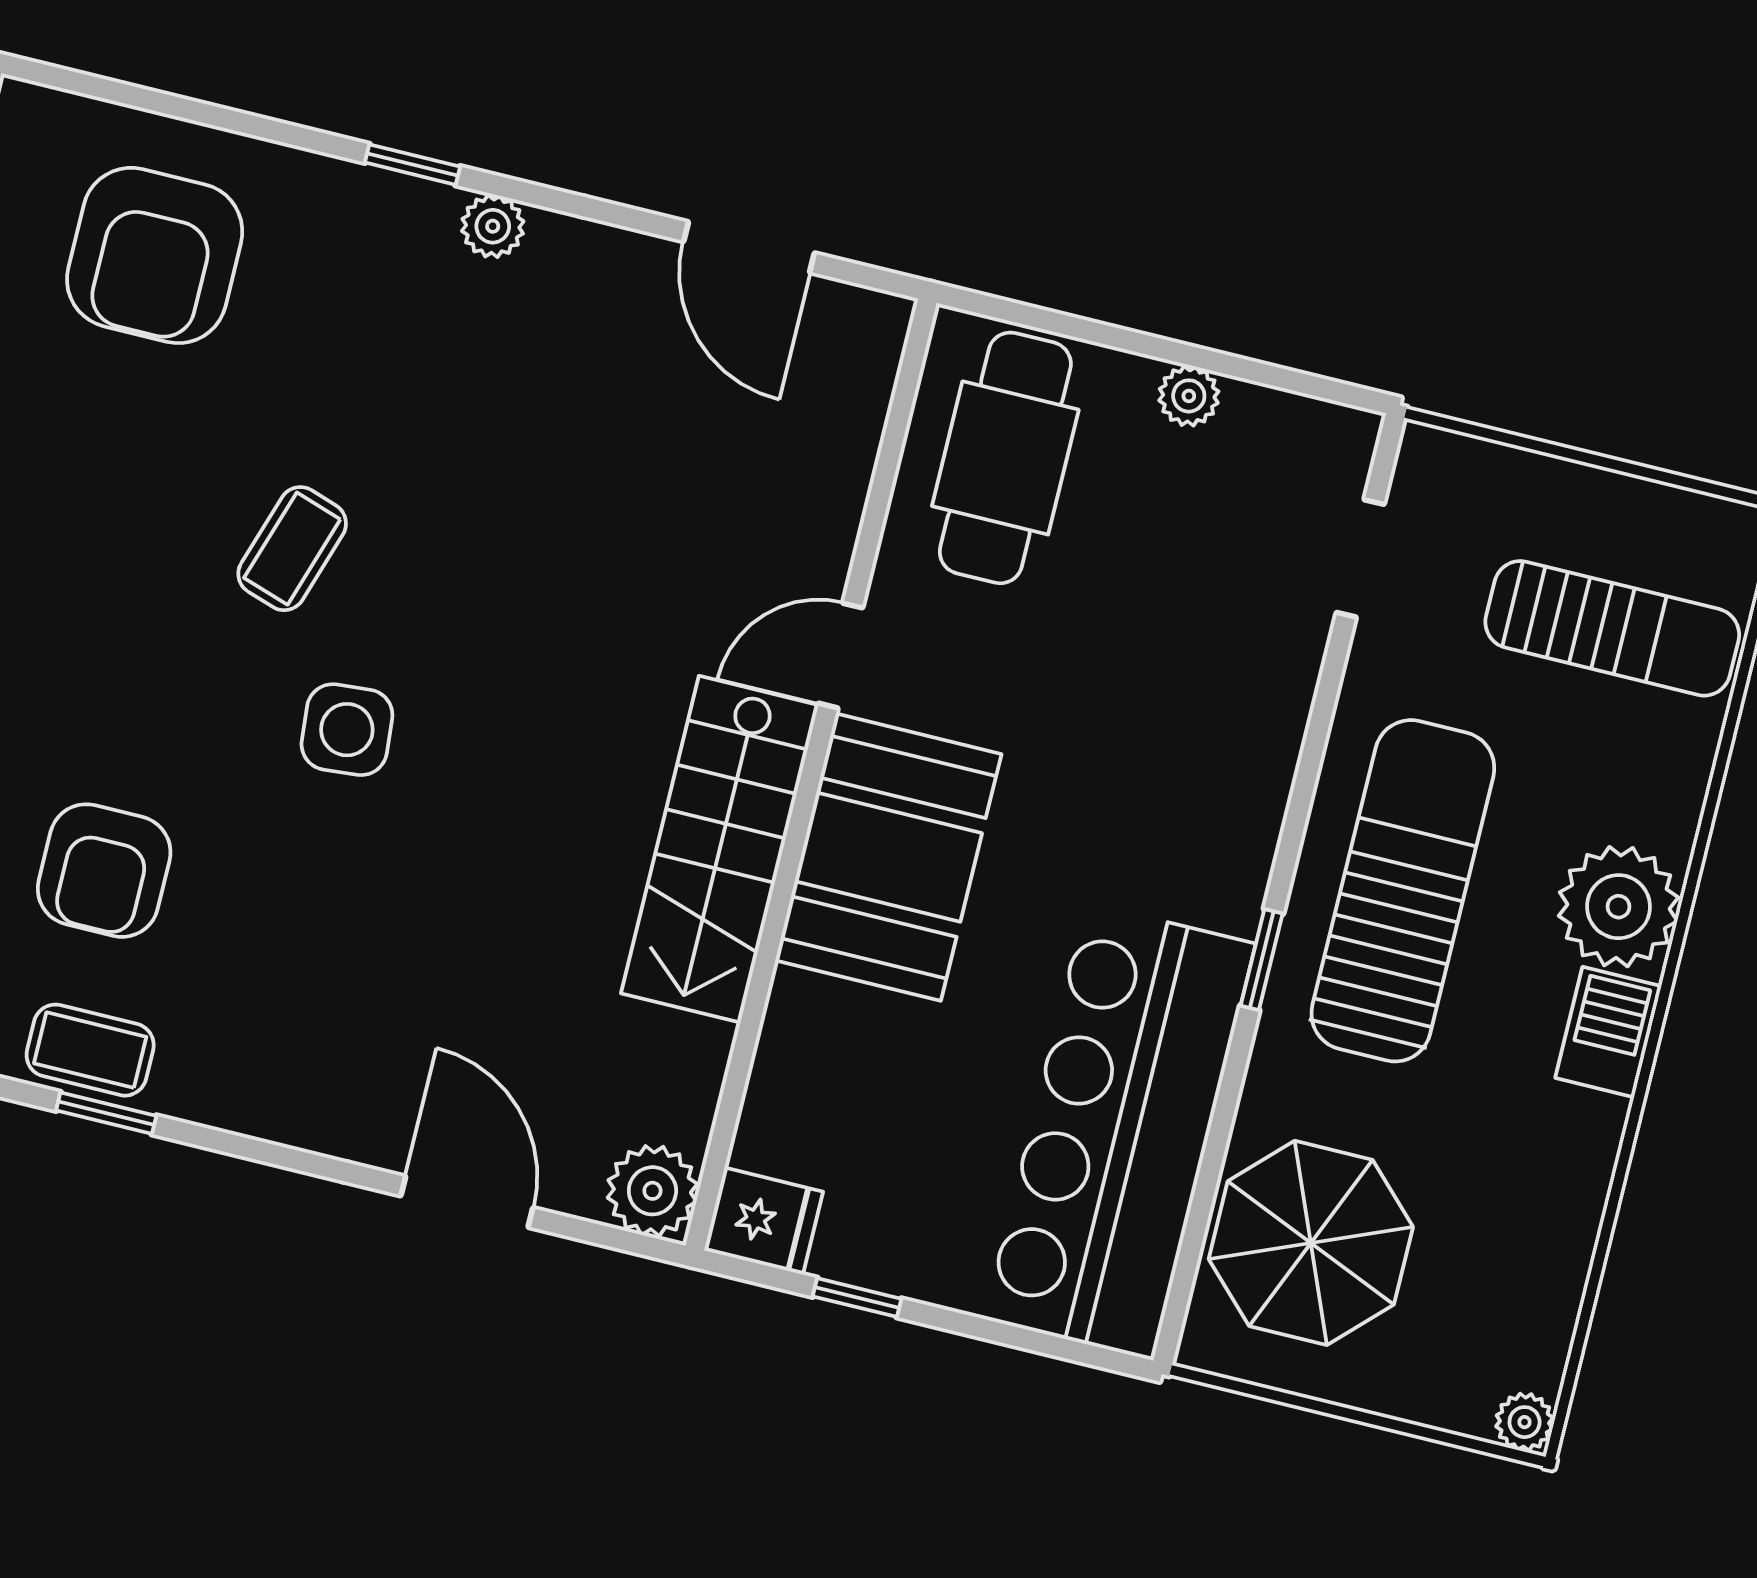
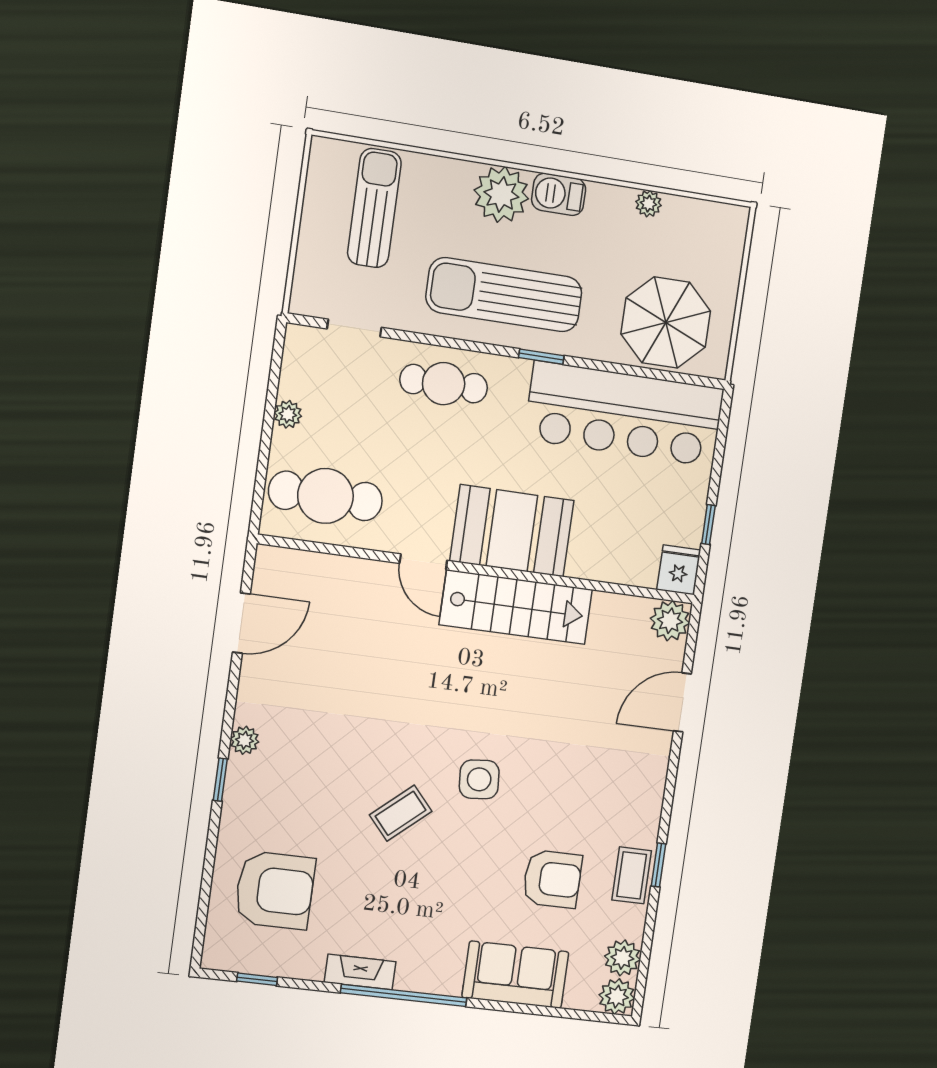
coffee table: (292, 549) -> (401, 813), turned -59
cafe table: (1223, 739) -> (444, 384), added
plant: (1525, 1422) -> (648, 204), moved

